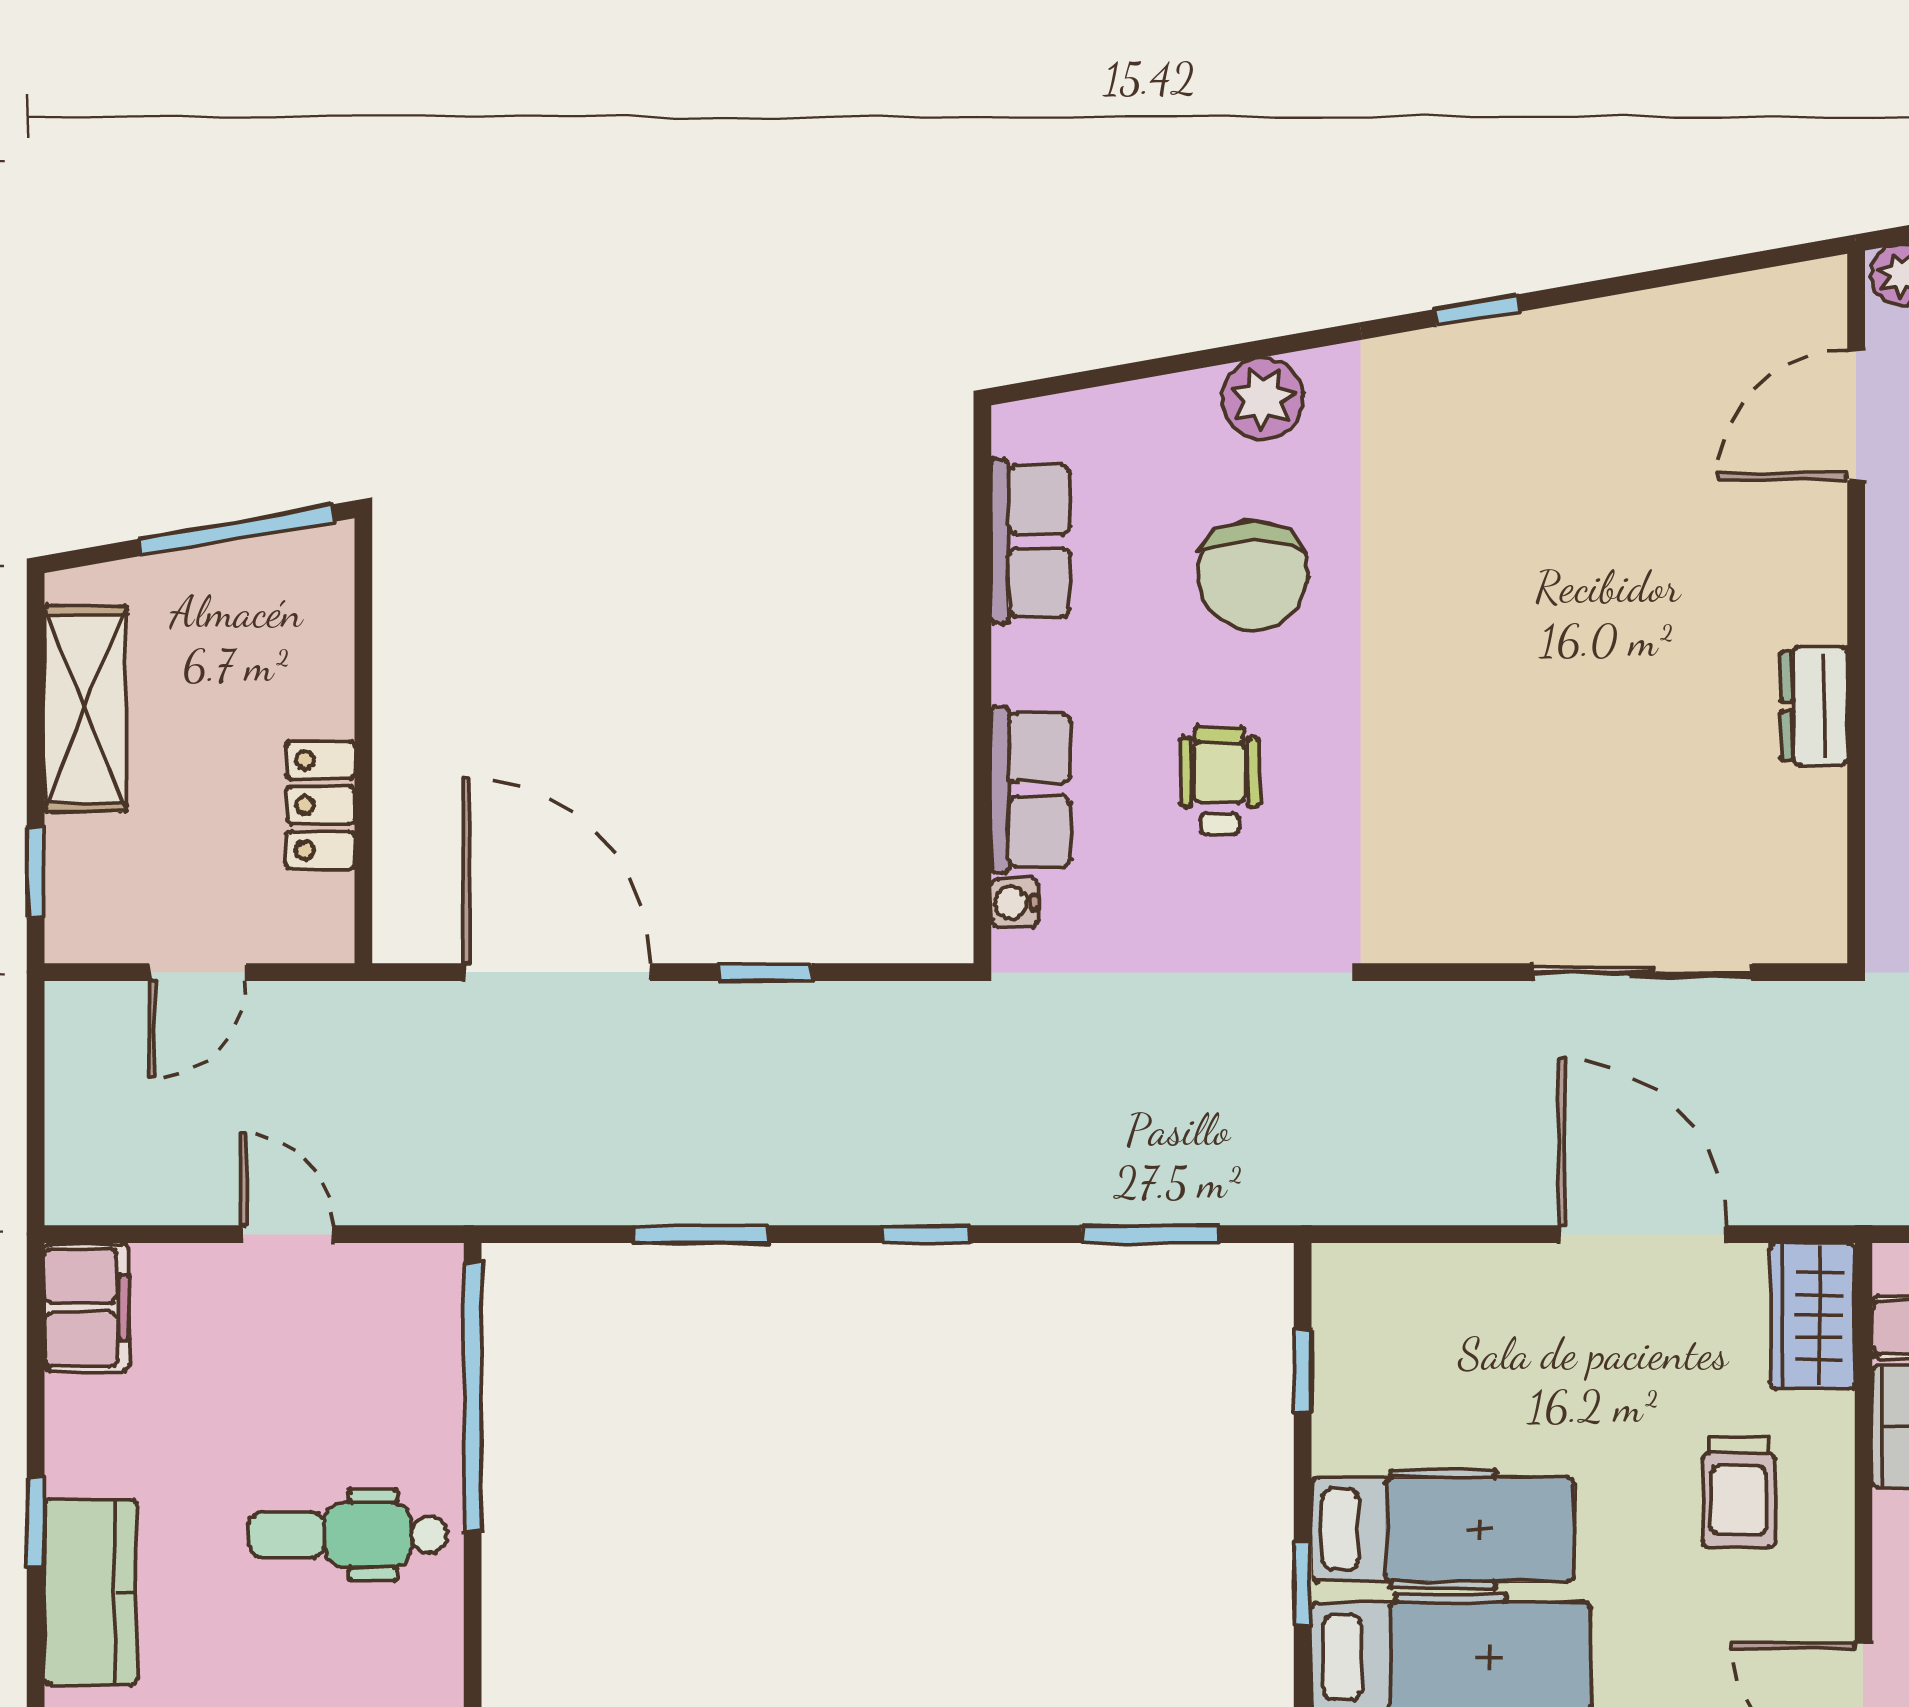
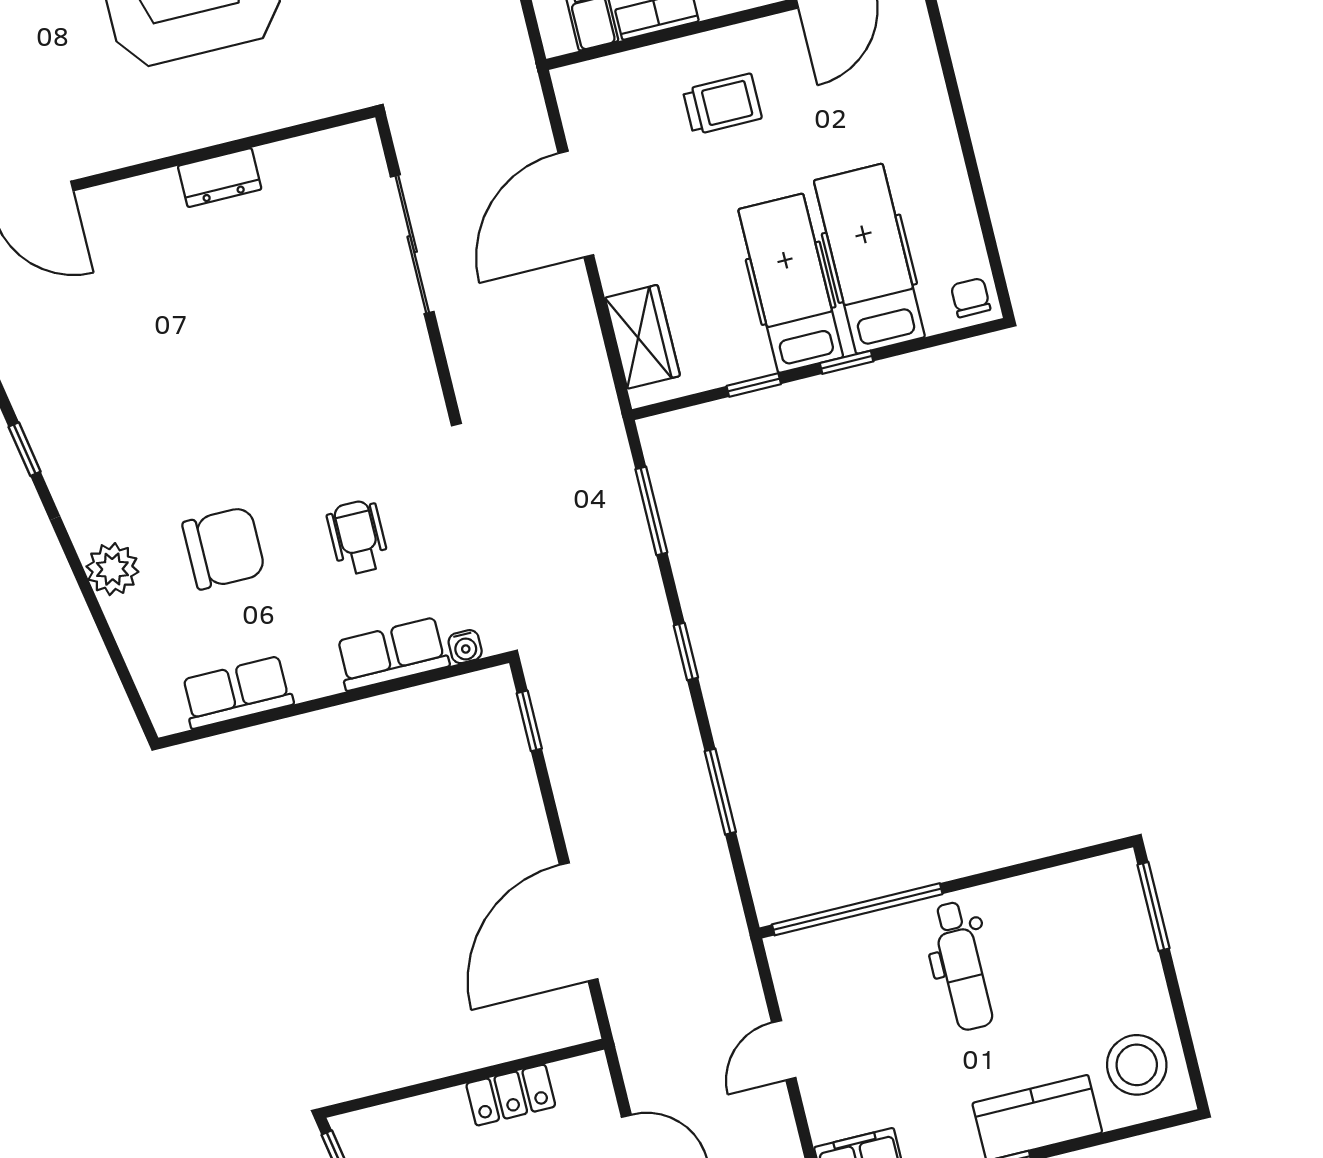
wheelchair: (1219, 781) -> (358, 537), turned 90
window: (765, 972) -> (529, 721), moved
wardrobe: (1812, 1316) -> (642, 337), moved, turned -90
window: (1303, 1371) -> (754, 385), moved

